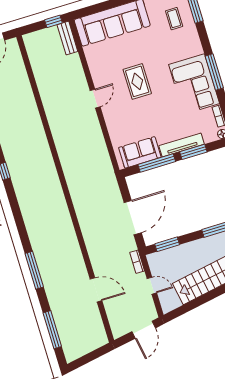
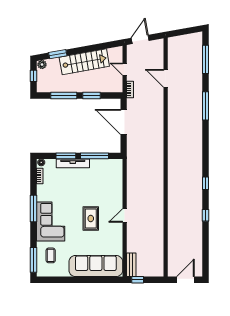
corner sofa: (194, 84) -> (51, 222), moved
sofa: (140, 152) -> (104, 167), removed
door: (133, 218) -> (124, 122), hinge flipped
window: (167, 244) -> (92, 95), moved

